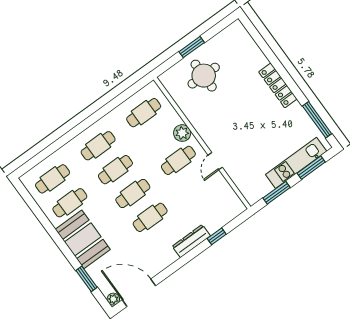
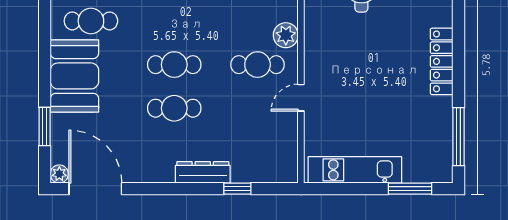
kitchen unit: (296, 163) -> (355, 170), moved
cafe table: (115, 170) -> (174, 21), removed
window: (277, 193) -> (347, 189), removed

